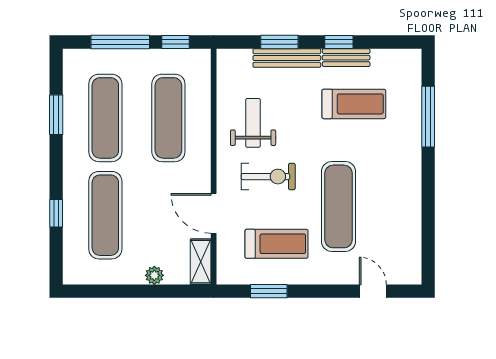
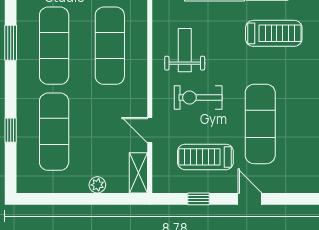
exercise bike: (268, 177) -> (198, 97), turned 180
door: (214, 213) -> (150, 130), width x0.73
treadmill: (277, 244) -> (205, 157), turned 180
window: (269, 291) -> (199, 199), width x0.67
door: (373, 291) -> (250, 199), moved

